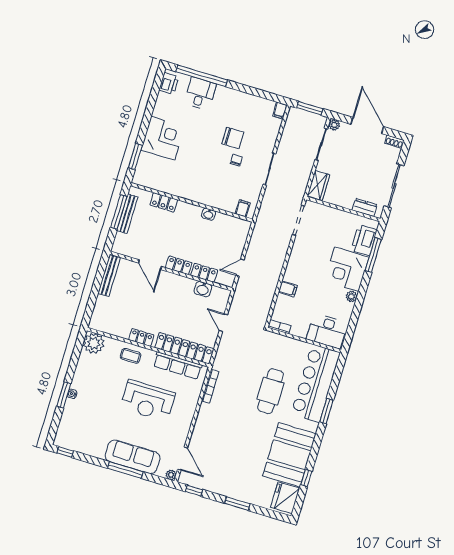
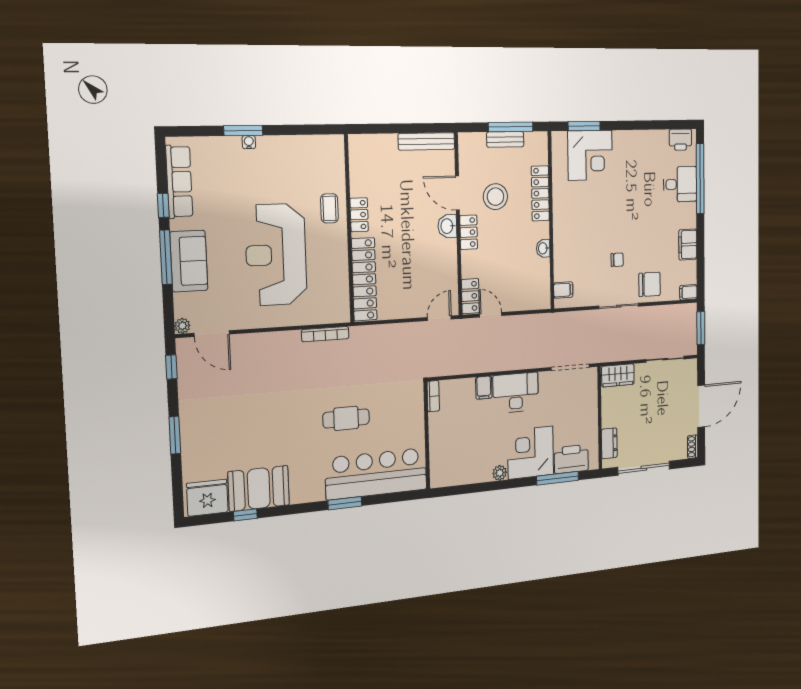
filing cabinet: (245, 100) -> (688, 244), added
plant: (334, 125) -> (691, 366), removed
corner desk: (163, 138) -> (590, 155), moved
chair: (233, 138) -> (650, 284), moved, turned -90
locker: (164, 202) -> (540, 193), width x1.53
bench: (127, 214) -> (505, 139), width x0.73
stool: (162, 238) -> (495, 197), added
door: (150, 265) -> (457, 193), hinge flipped
locker: (204, 273) -> (470, 296), moved
washbasin: (203, 289) -> (447, 226), moved
door: (223, 323) -> (439, 318), moved
desk: (327, 331) -> (516, 393), moved, turned 90
plant: (94, 343) -> (330, 150), removed
row of seats: (178, 365) -> (179, 182), moved, turned 180
cafe table: (271, 391) -> (346, 418), width x0.73, depth x0.74
reception desk: (148, 401) -> (276, 255), width x1.36, depth x1.30
window: (65, 452) -> (163, 205), moved
booth: (289, 455) -> (259, 488), width x0.73, depth x0.70
sofa: (133, 457) -> (189, 261), width x0.73
door: (183, 459) -> (212, 334), hinge flipped

